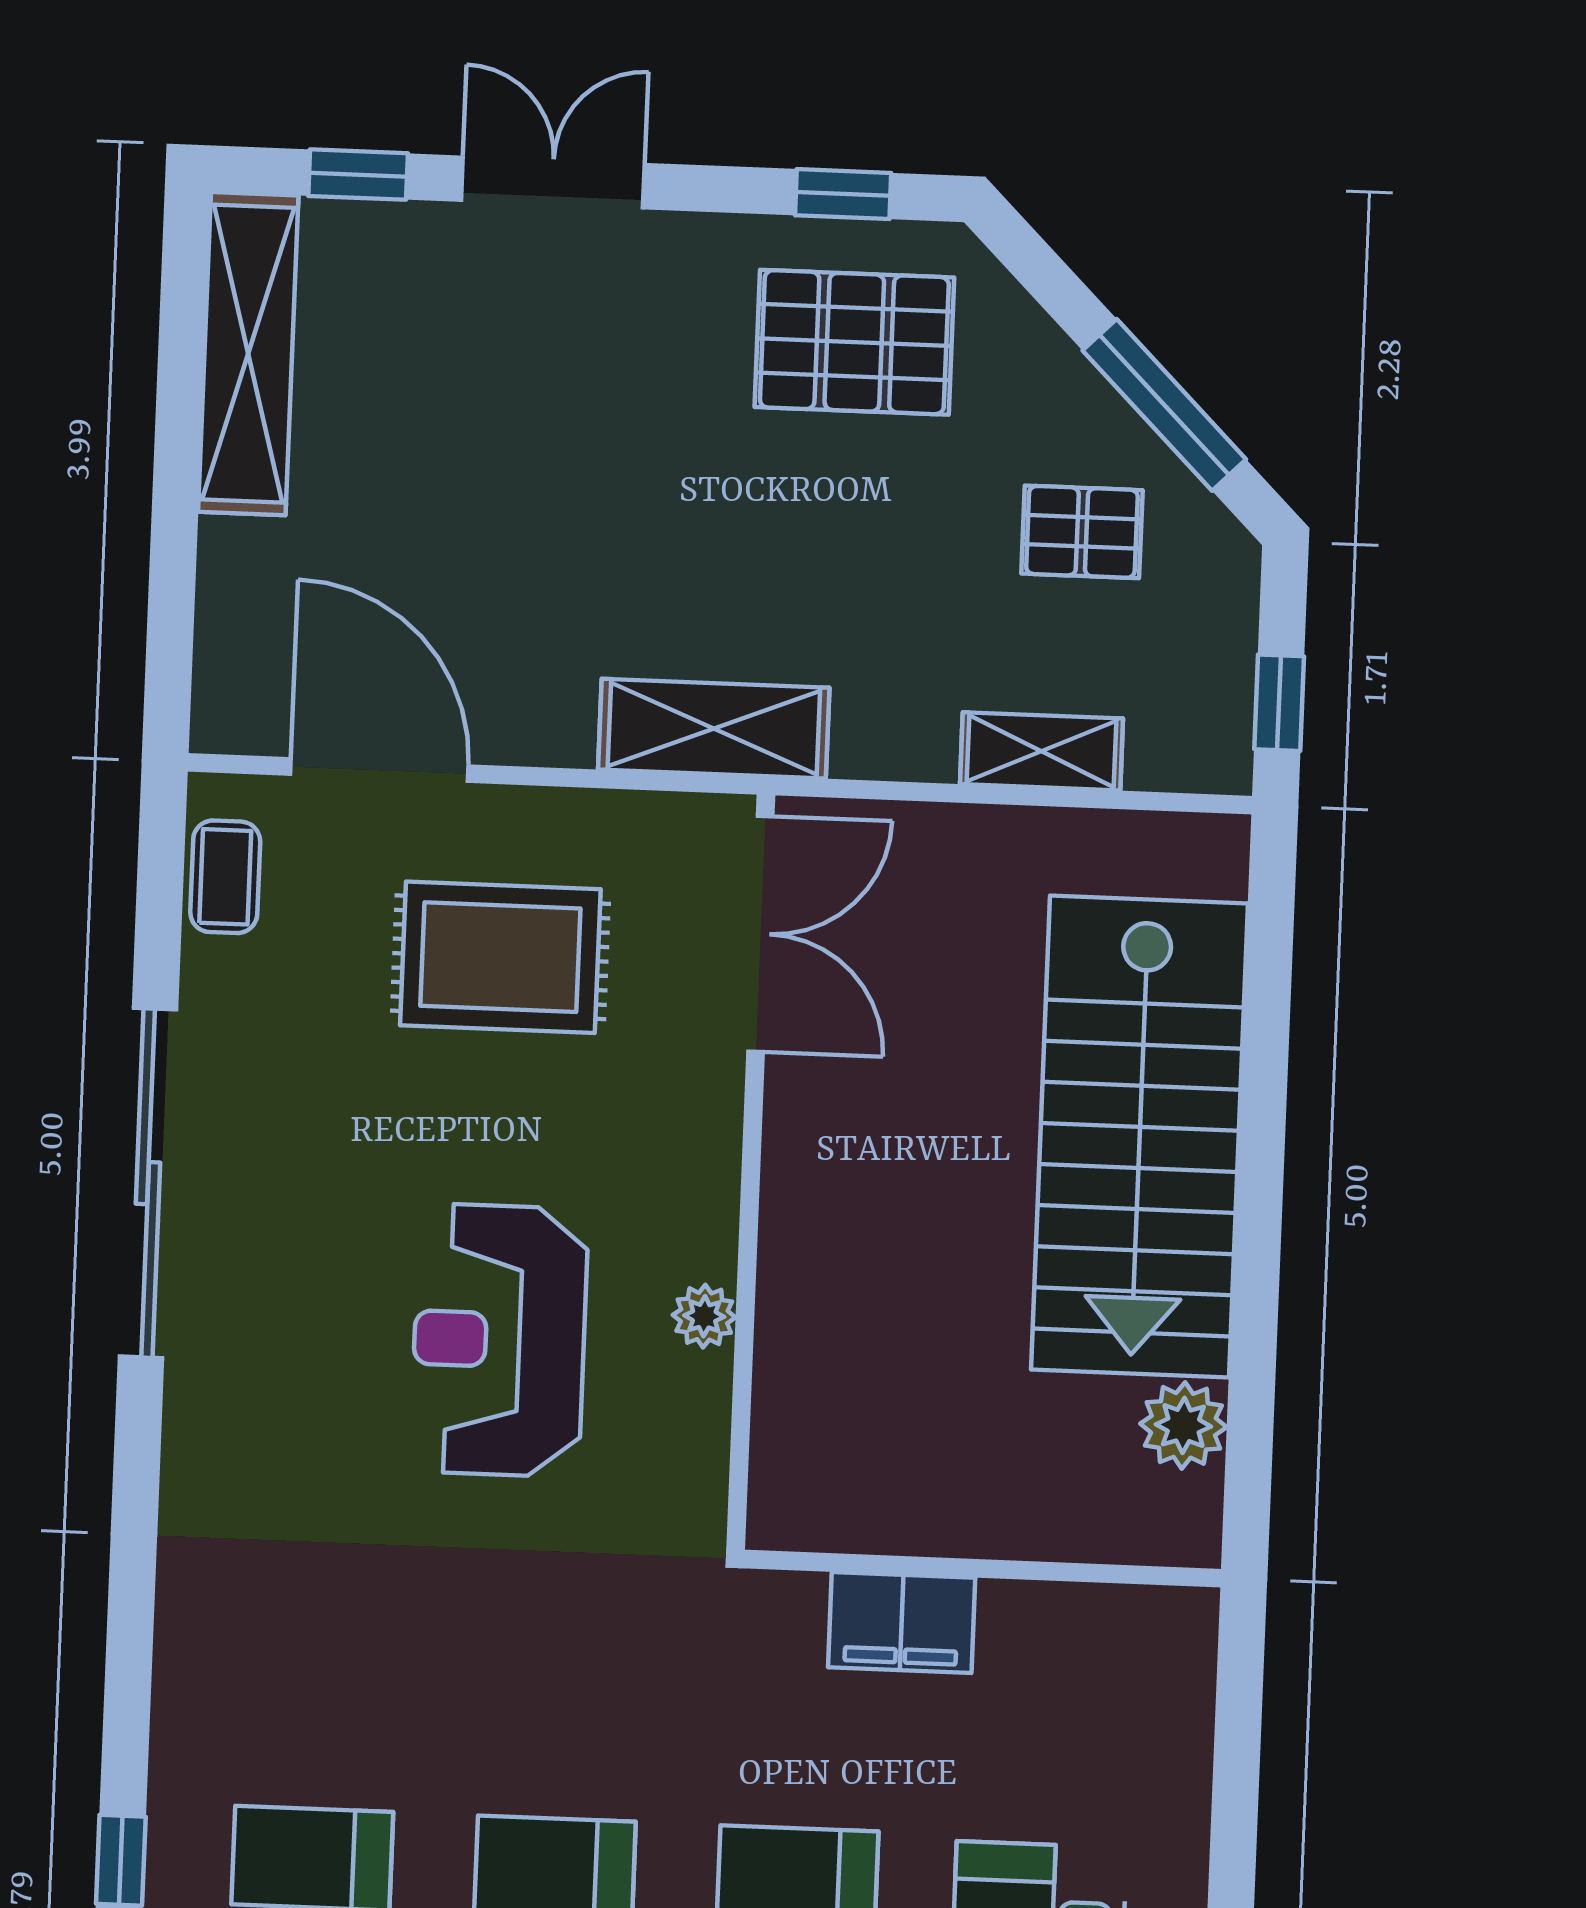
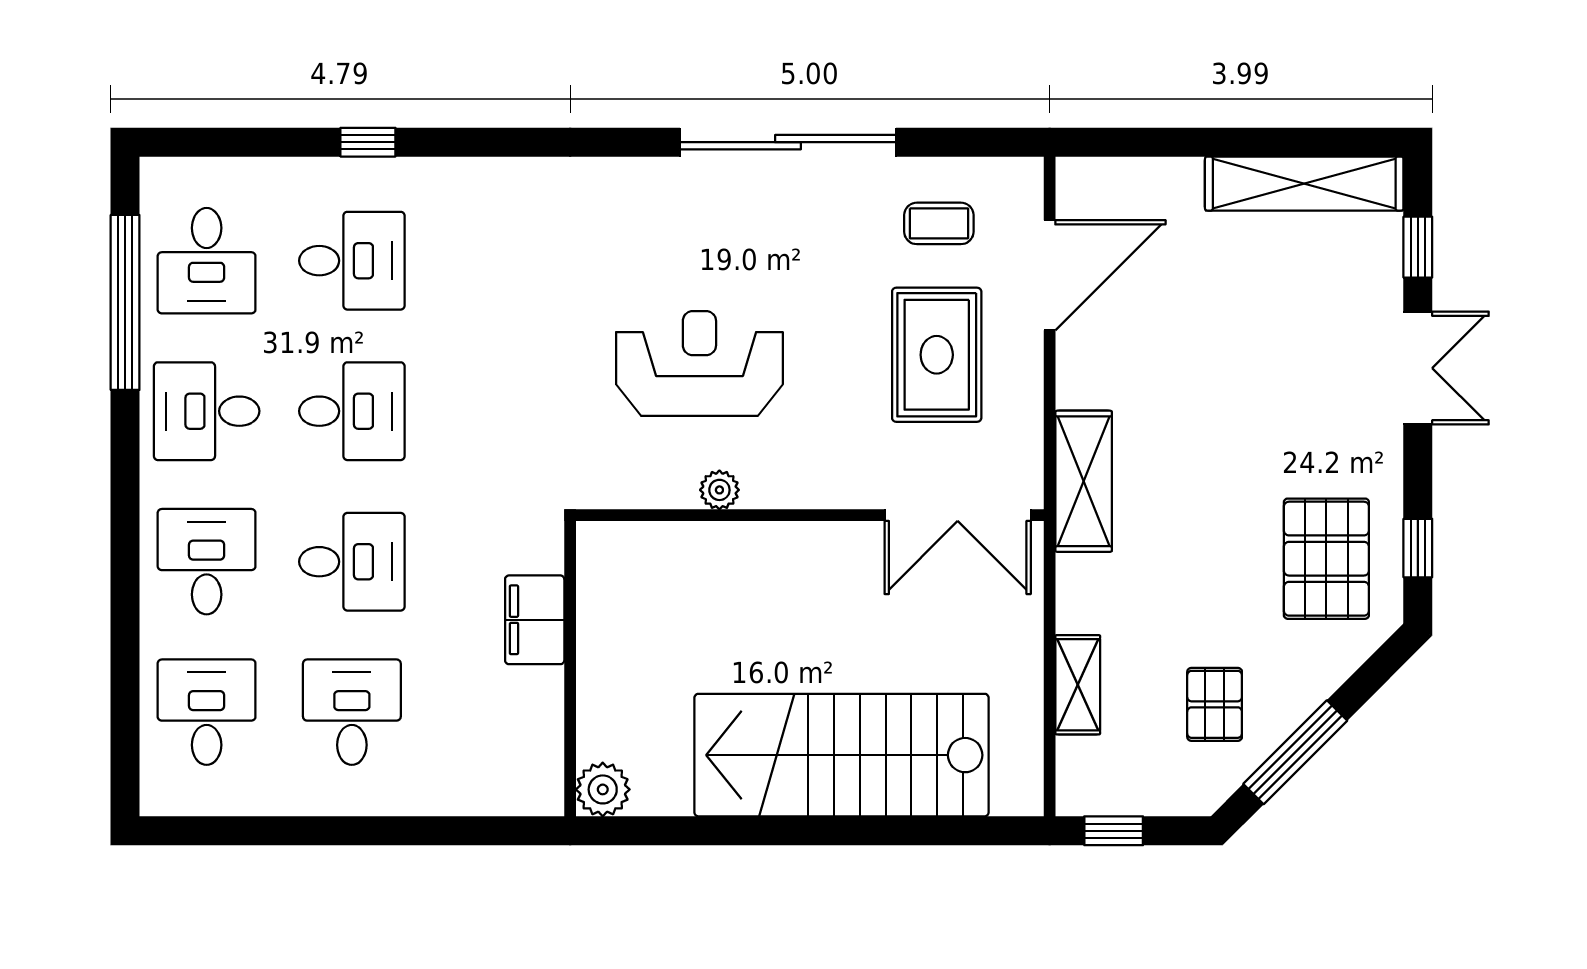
coffee table: (225, 877) -> (939, 223), moved
plant: (1183, 1425) -> (603, 789), moved

